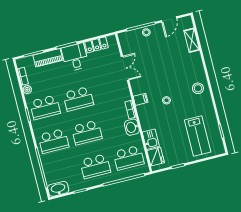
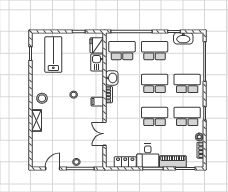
shelving: (192, 40) -> (37, 121), moved
washbasin: (58, 189) -> (183, 38), moved

